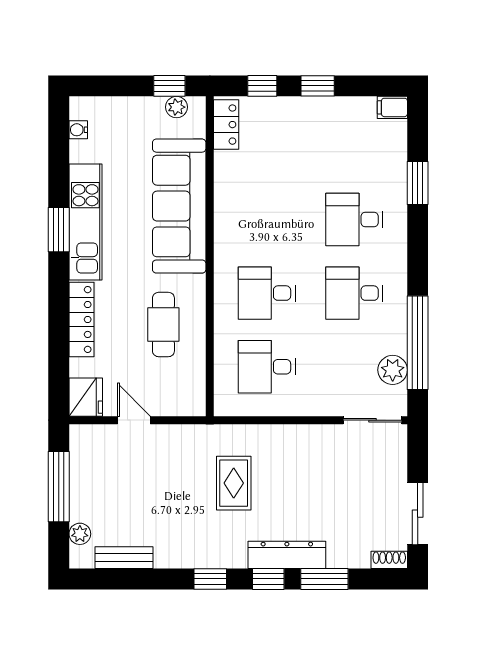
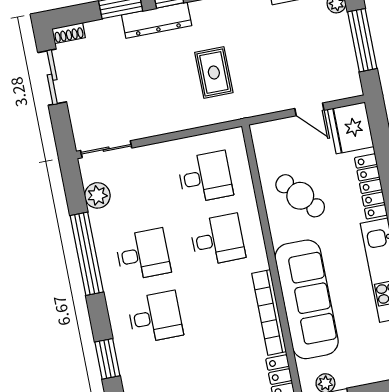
bookcase: (225, 200) -> (269, 312), added
cafe table: (163, 325) -> (300, 196), turned -41
window: (418, 343) -> (87, 254), moved
fridge: (86, 397) -> (351, 128), width x1.36, depth x1.34

